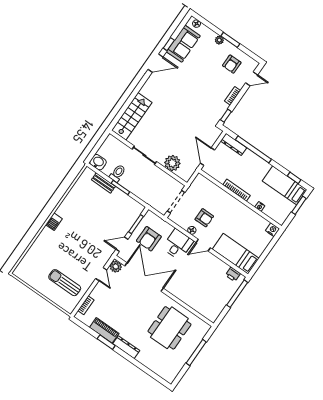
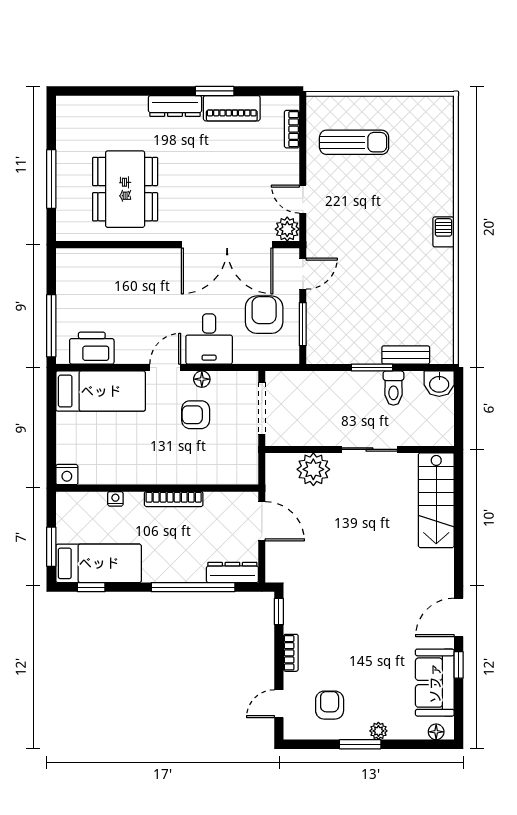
printer: (233, 274) -> (92, 348), width x1.87, depth x1.48

